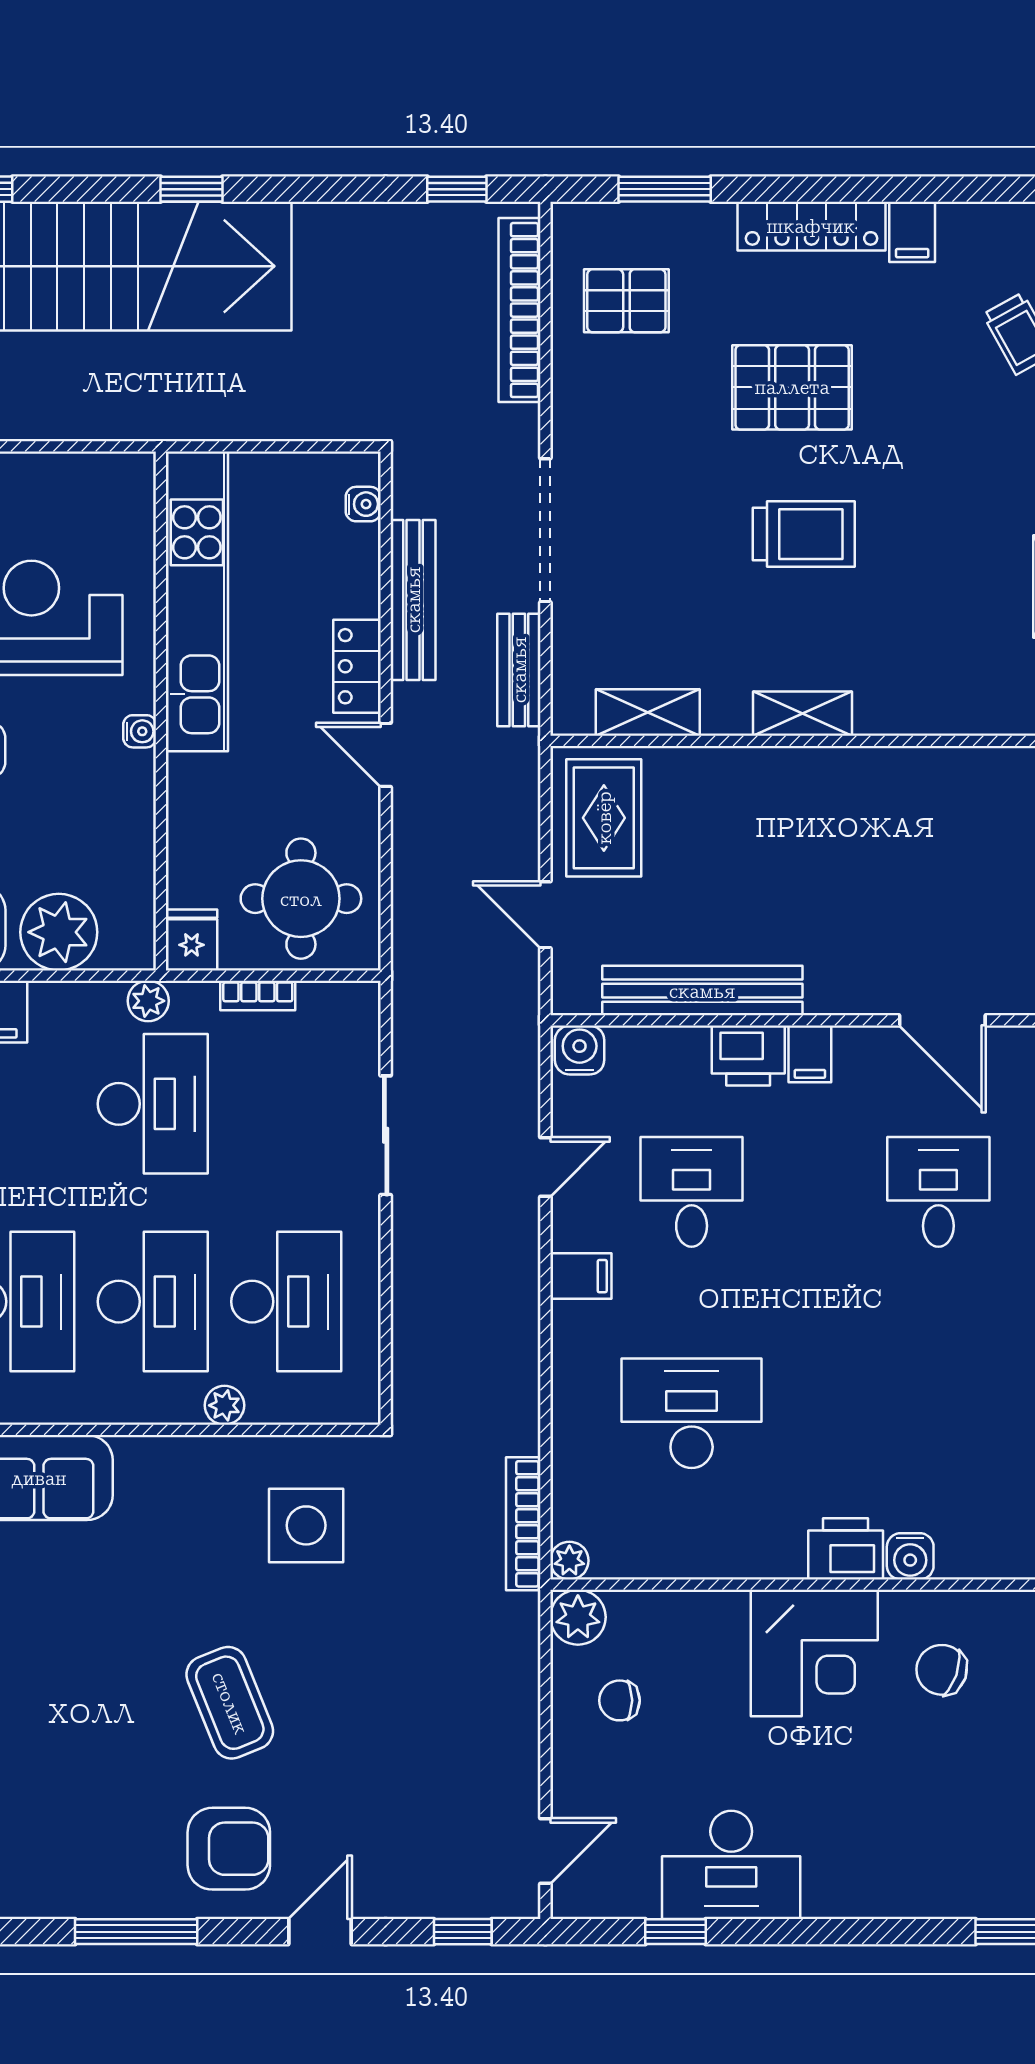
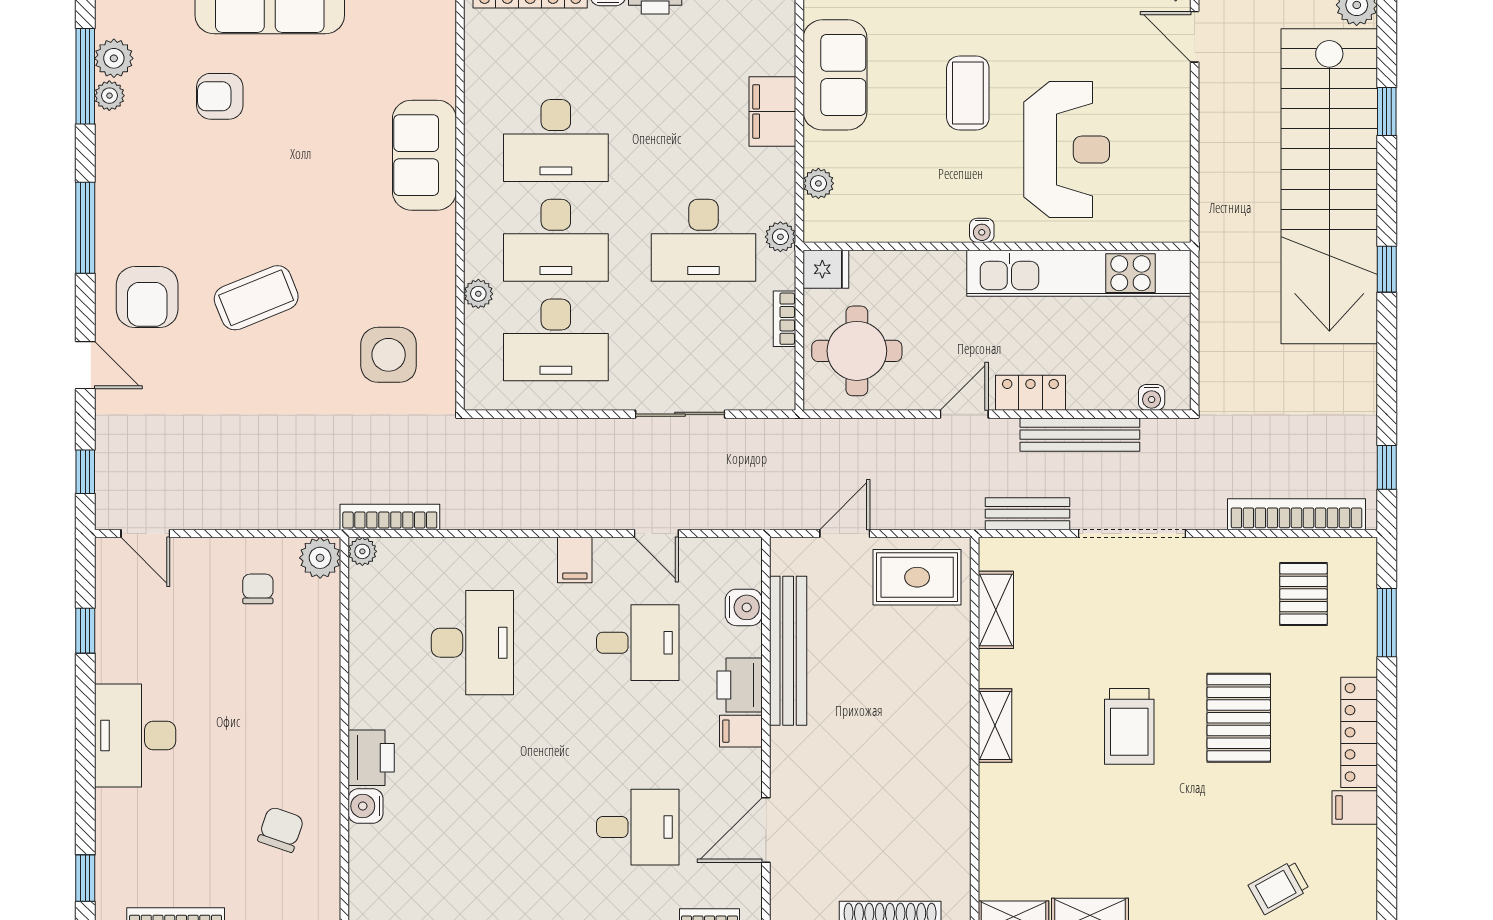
plant: (59, 932) -> (818, 183), width x0.53, depth x0.53
water cooler: (580, 1050) -> (744, 607), moved
corner desk: (814, 1653) -> (293, 734), removed
desk: (731, 1865) -> (135, 736), moved

